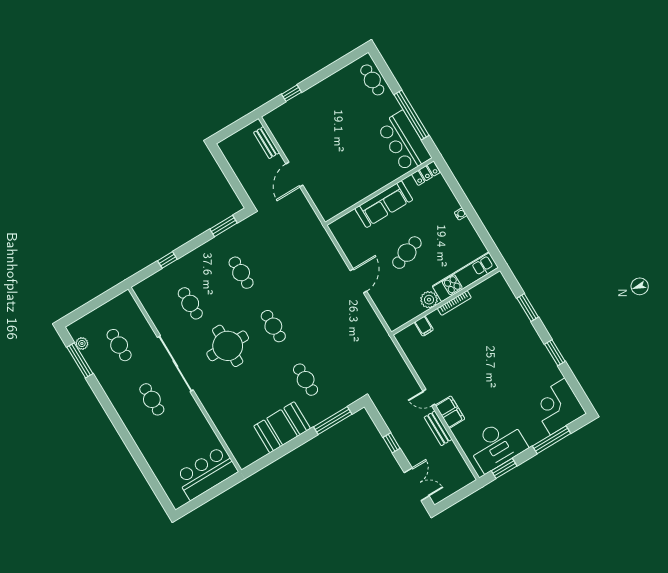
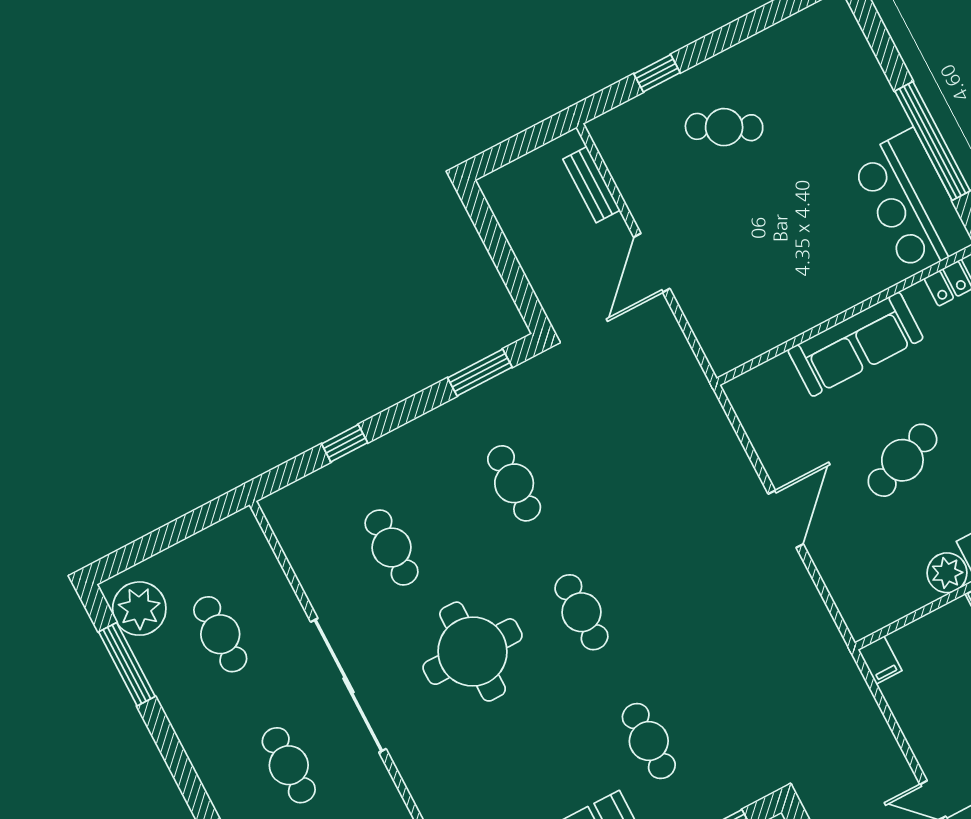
cafe table: (372, 80) -> (724, 127), moved, turned -61
filing cabinet: (424, 326) -> (880, 660), moved
plant: (82, 344) -> (139, 609), width x1.88, depth x1.88

